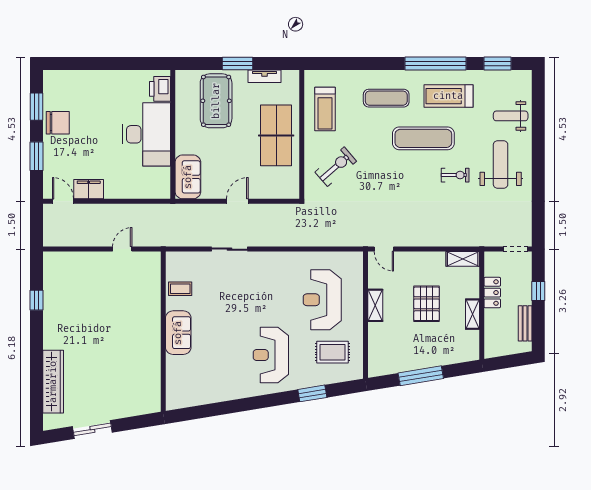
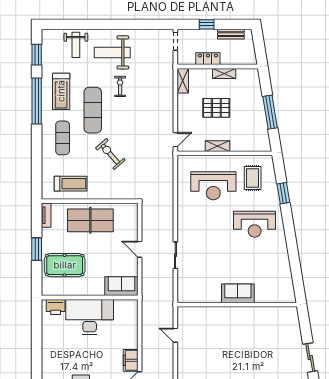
tv unit: (264, 76) -> (46, 215), moved
exercise bike: (336, 167) -> (110, 154), moved
coffee table: (180, 289) -> (205, 292), removed

